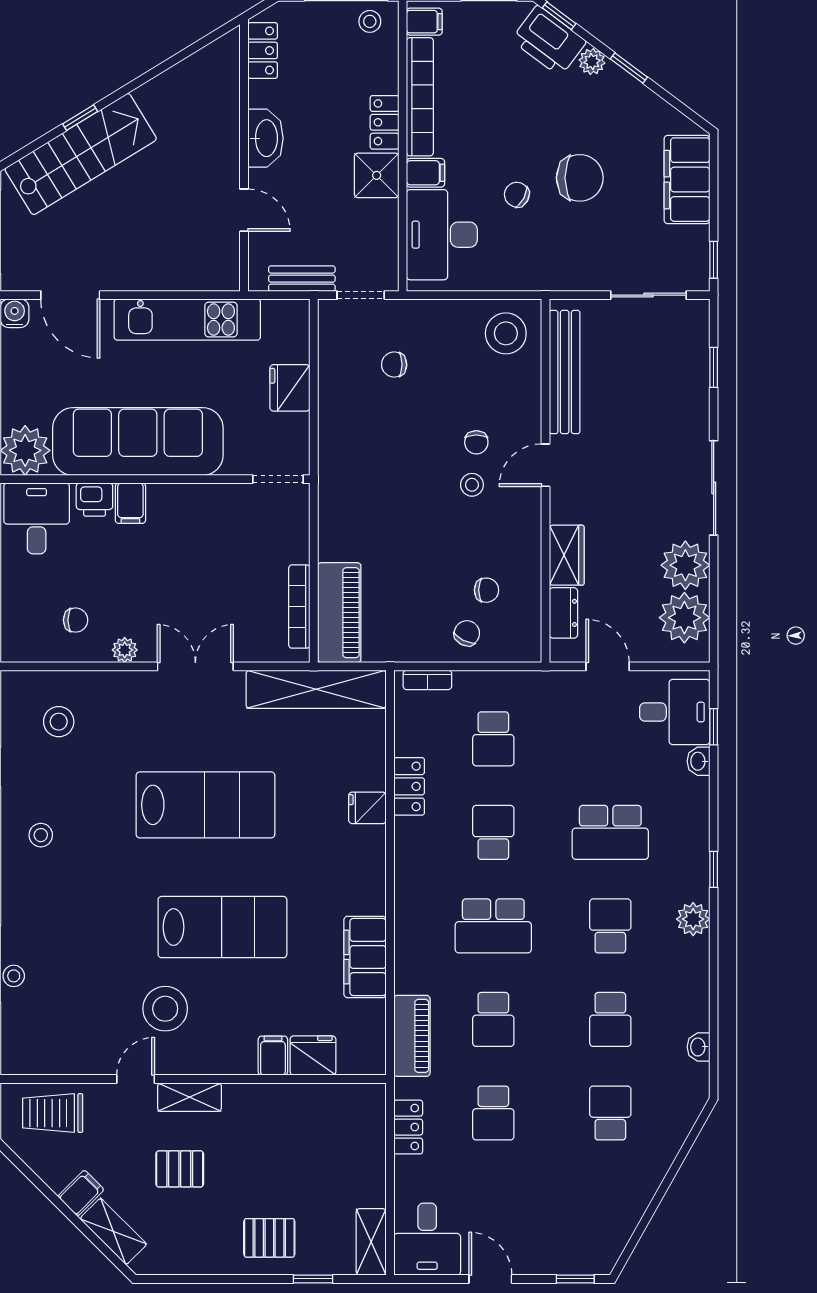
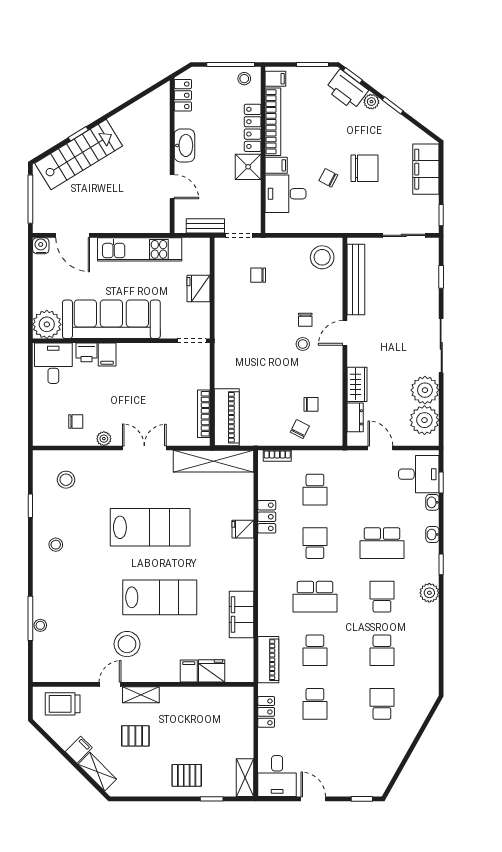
locker: (385, 122) -> (253, 128), width x1.53
desk: (442, 235) -> (285, 194), width x0.73
washbasin: (698, 1047) -> (432, 534), moved

